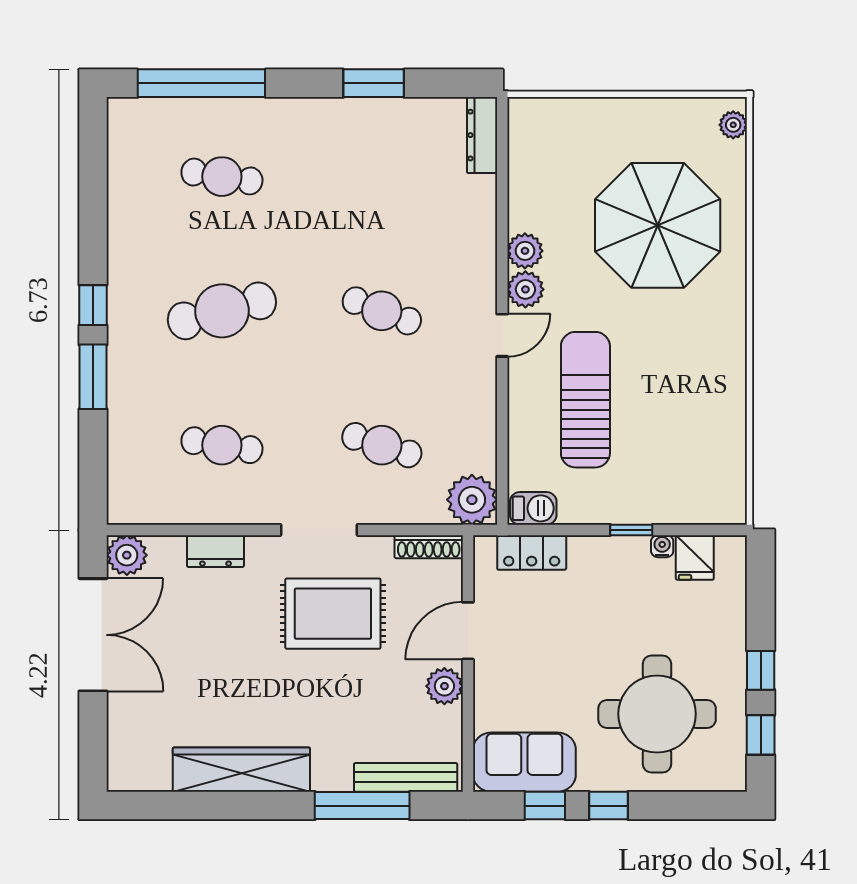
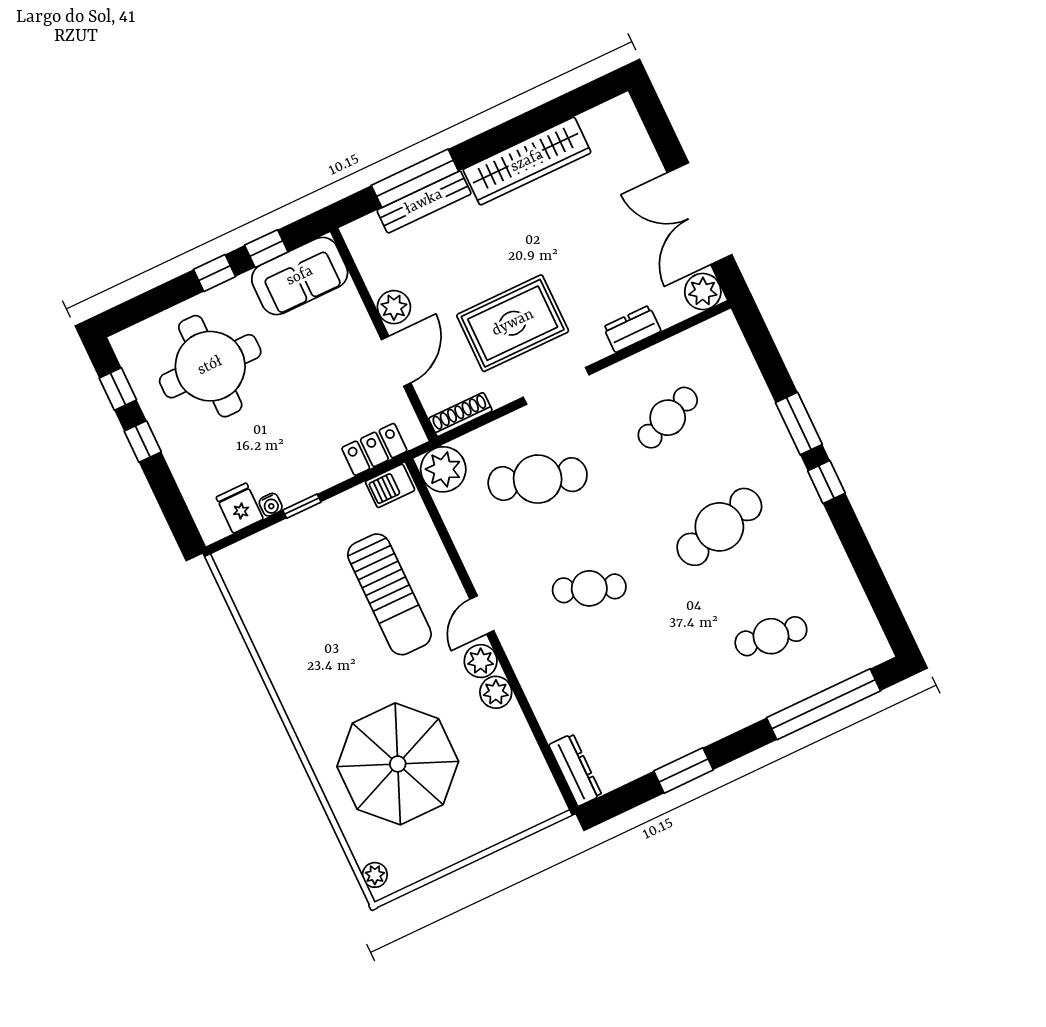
cafe table: (222, 445) -> (668, 418), turned -30
cafe table: (382, 445) -> (538, 479), width x1.37, depth x1.35
bench: (406, 777) -> (424, 202), moved

